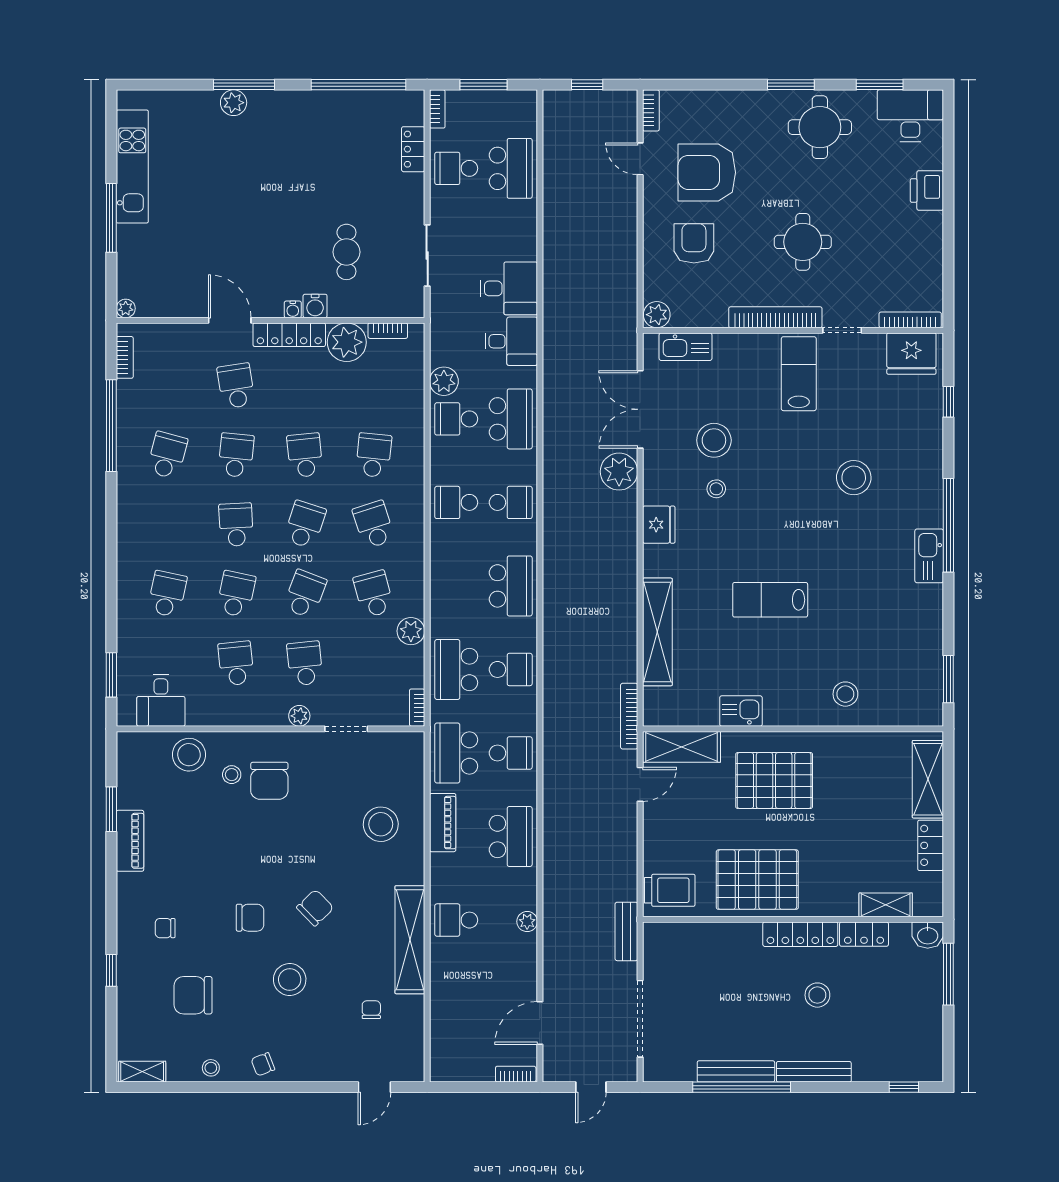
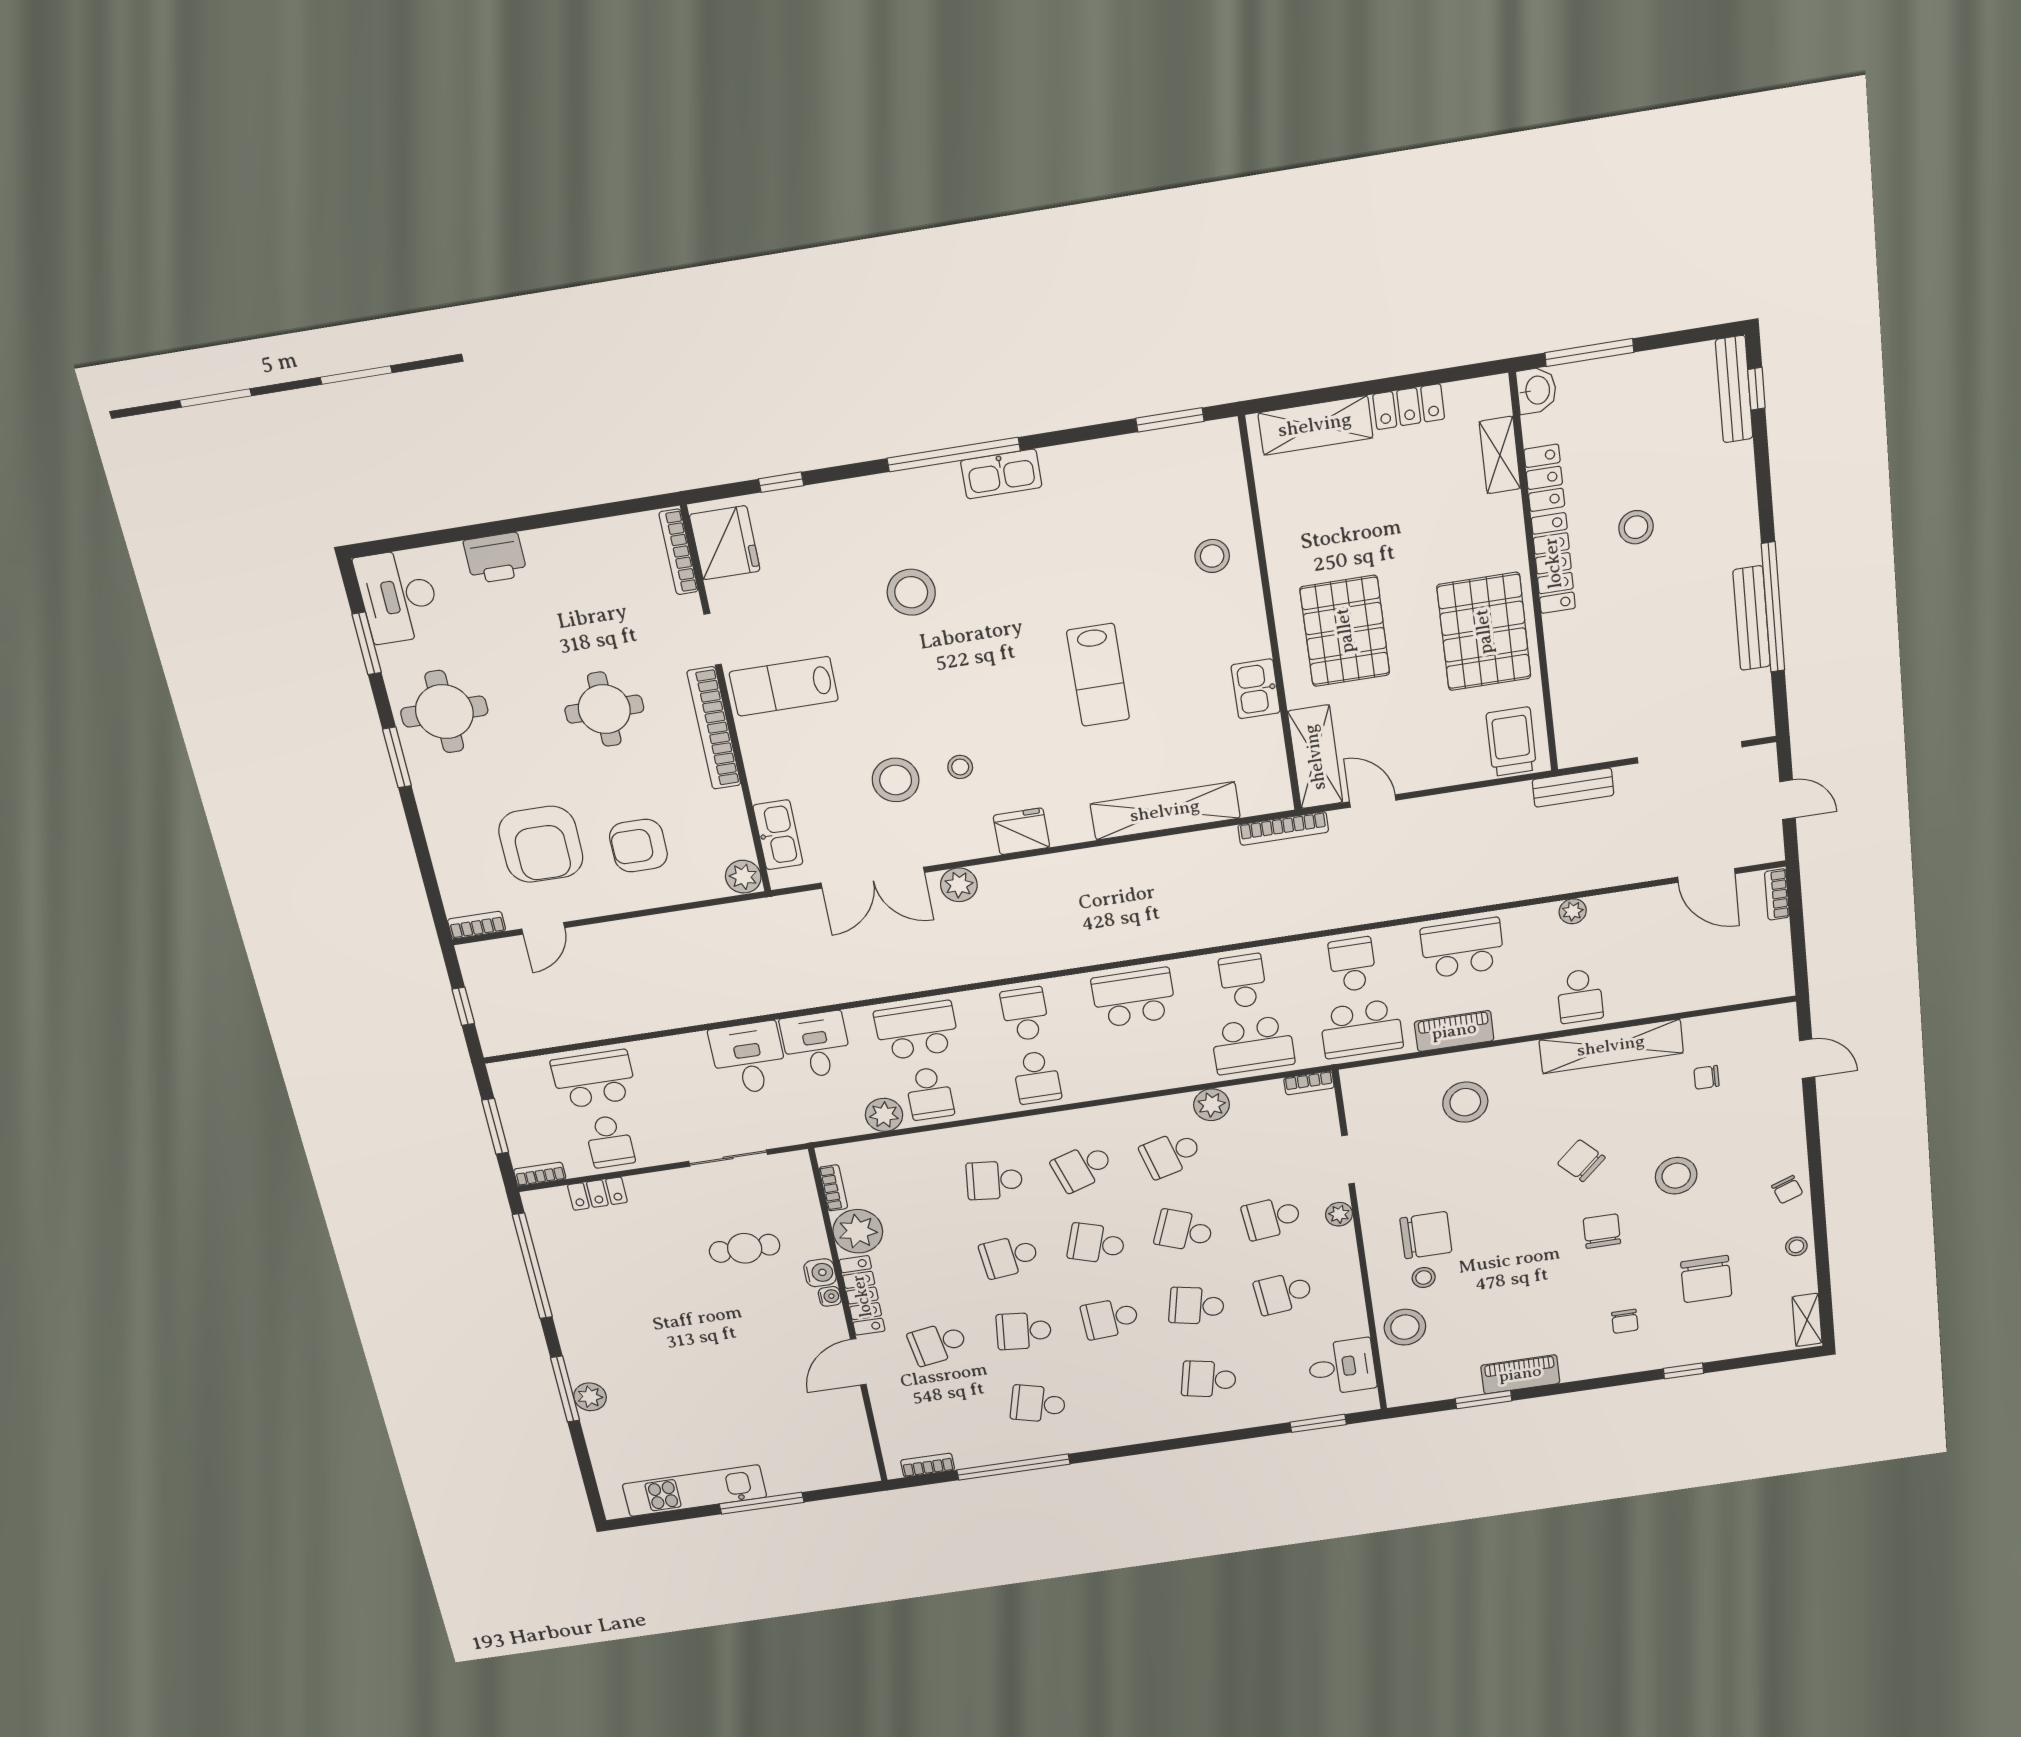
plant: (126, 308) -> (868, 1473), removed
plant: (619, 472) -> (959, 885), width x0.73, depth x0.73
bench: (814, 1072) -> (1734, 389), moved

